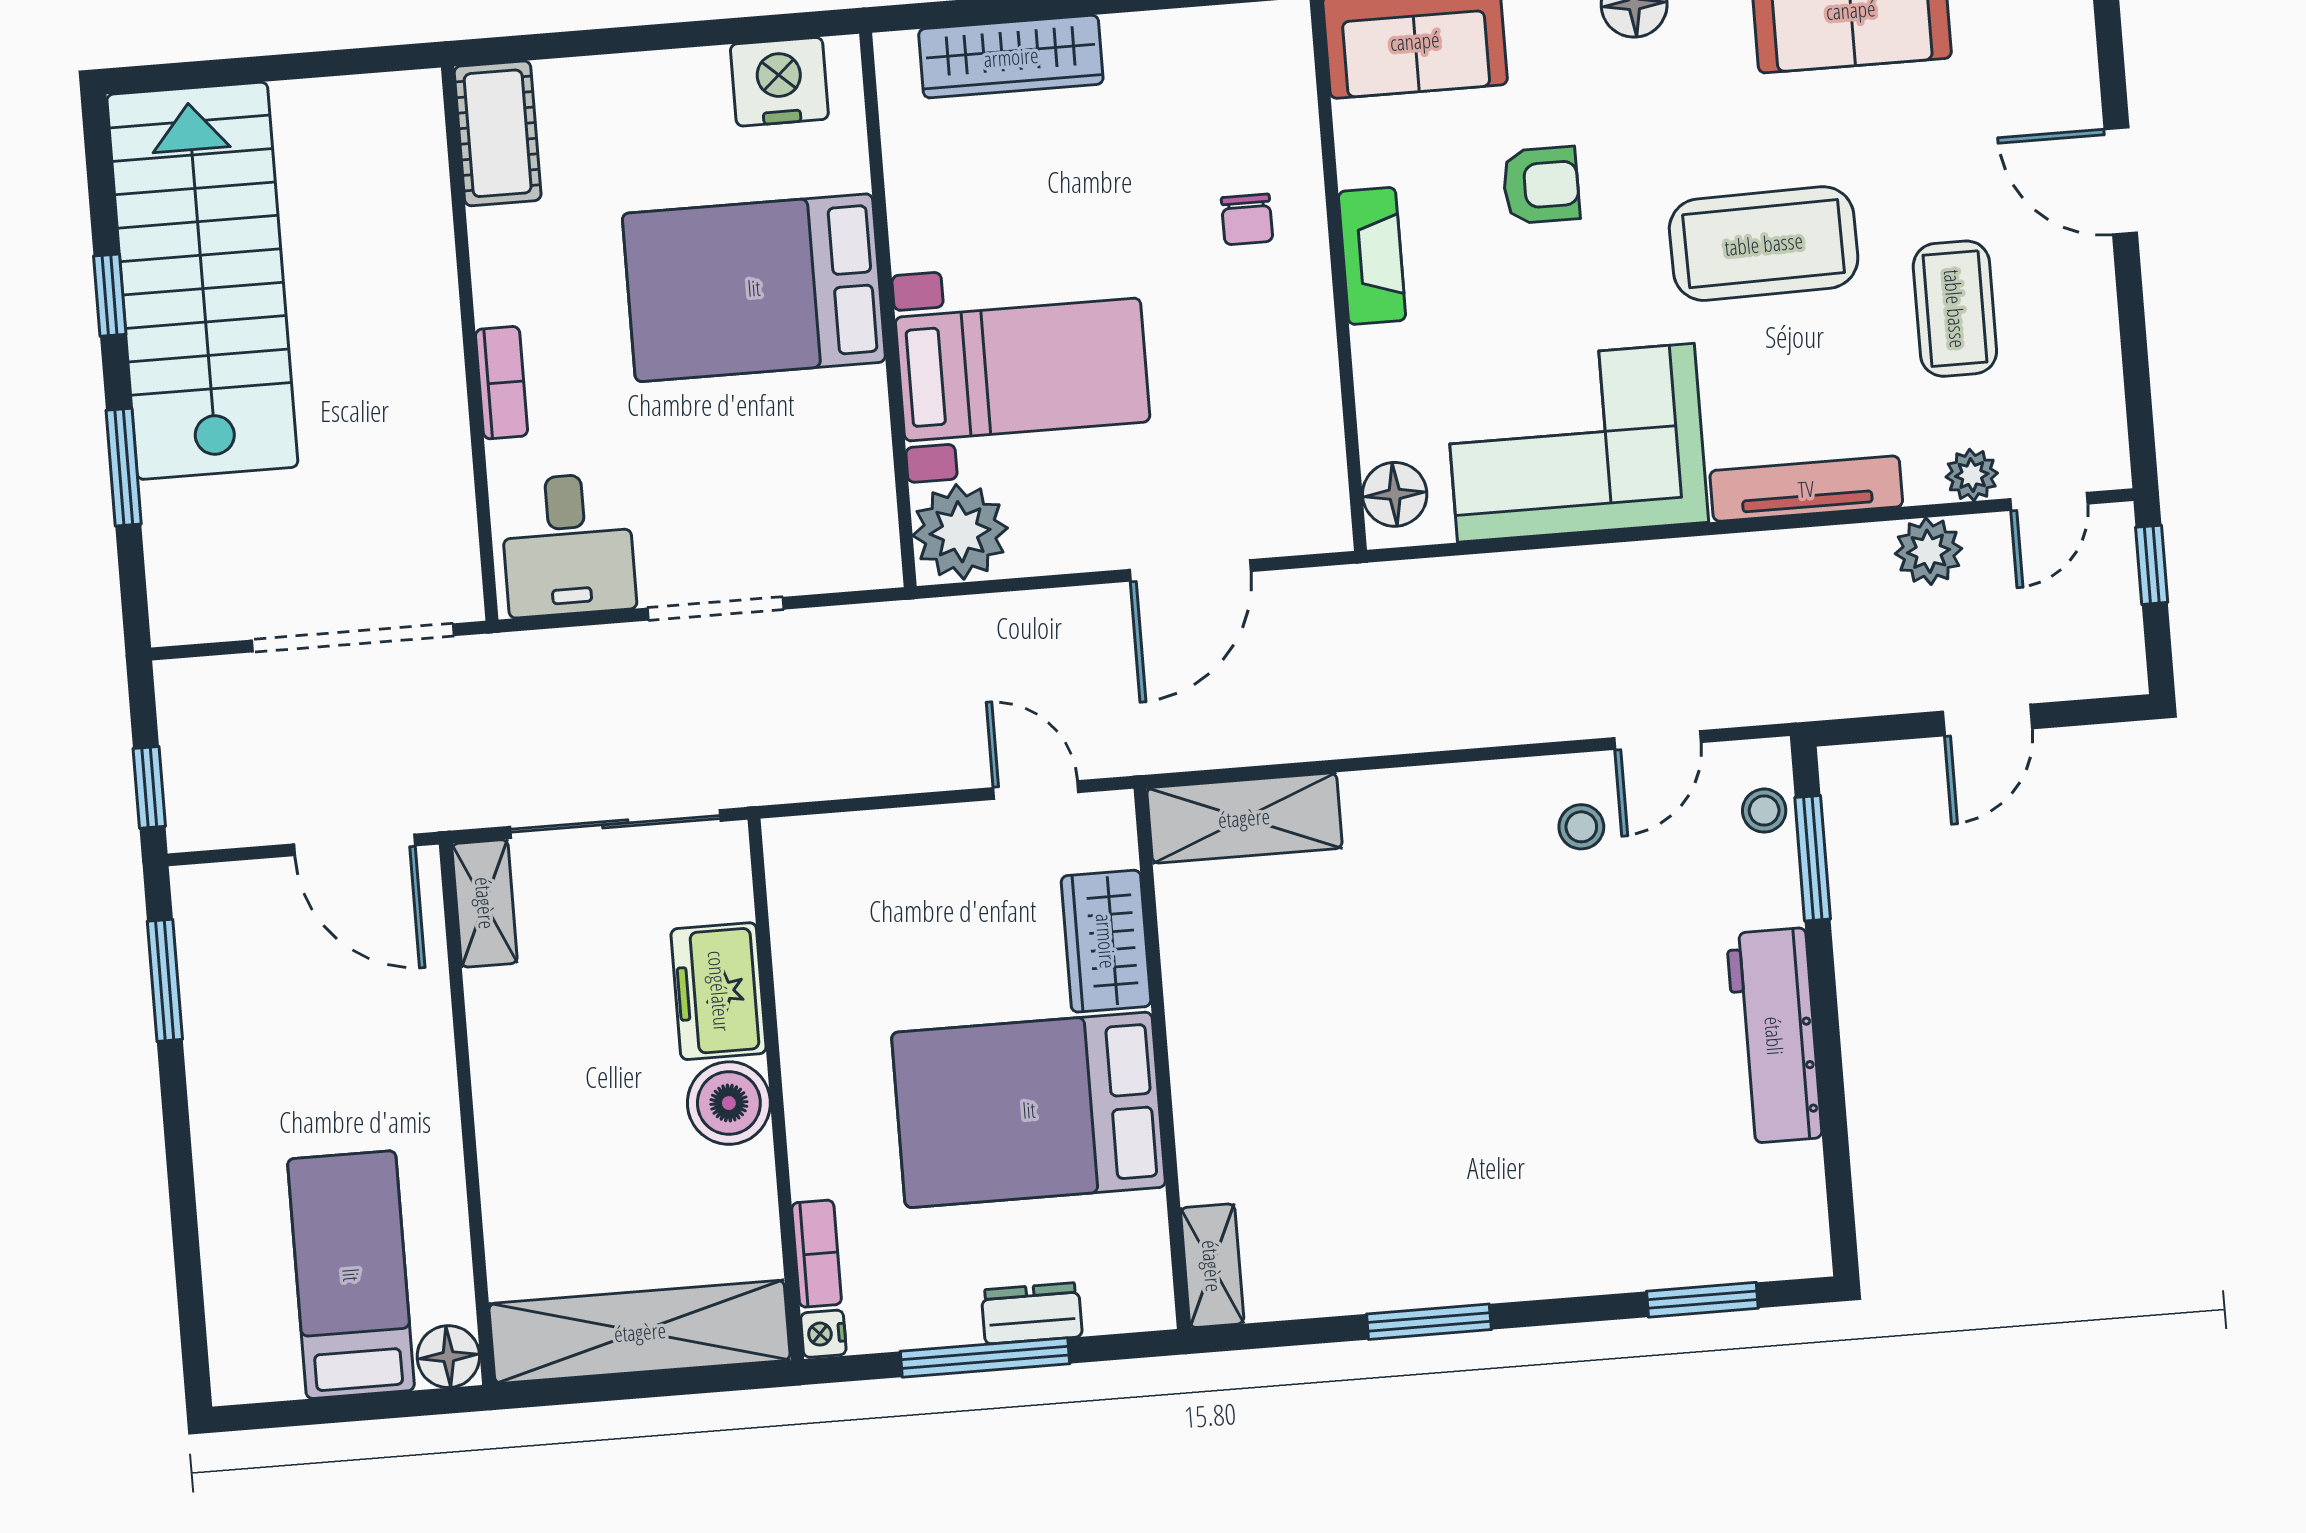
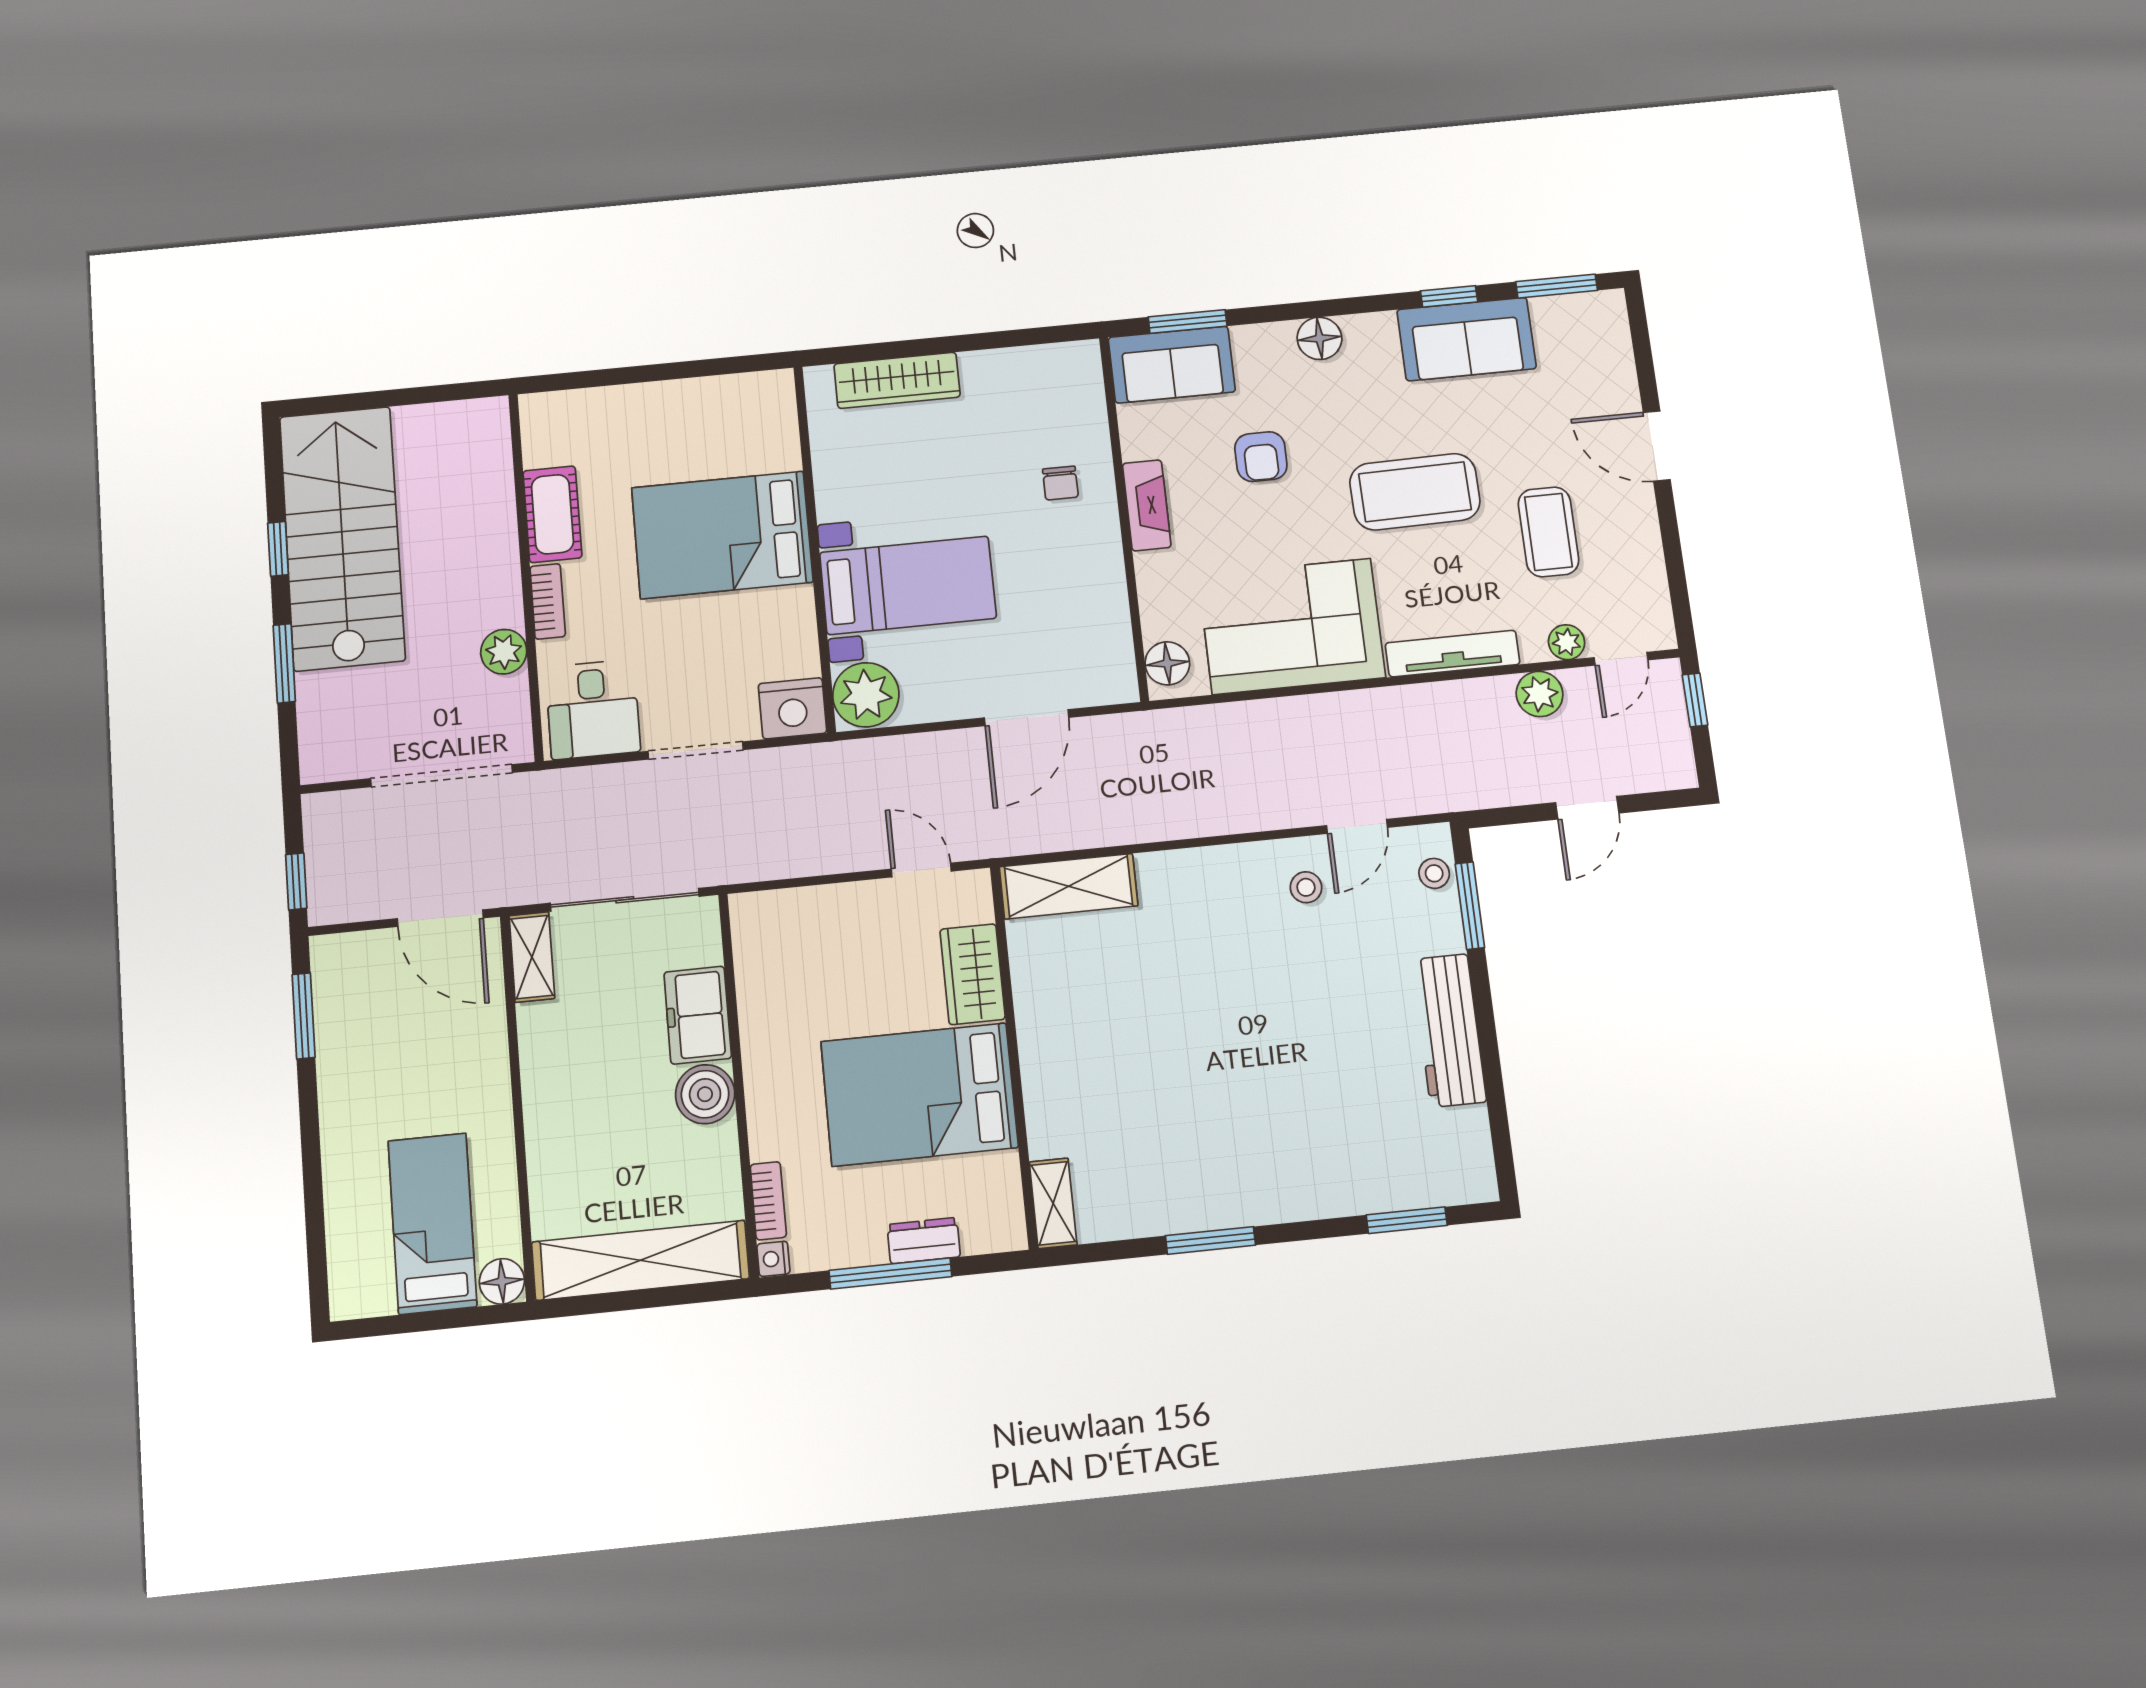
nightstand: (779, 82) -> (793, 708), moved, turned 180
cot: (498, 133) -> (552, 514), moved
armchair: (1541, 185) -> (1261, 457), turned 90
plant: (439, 457) -> (504, 652), added

